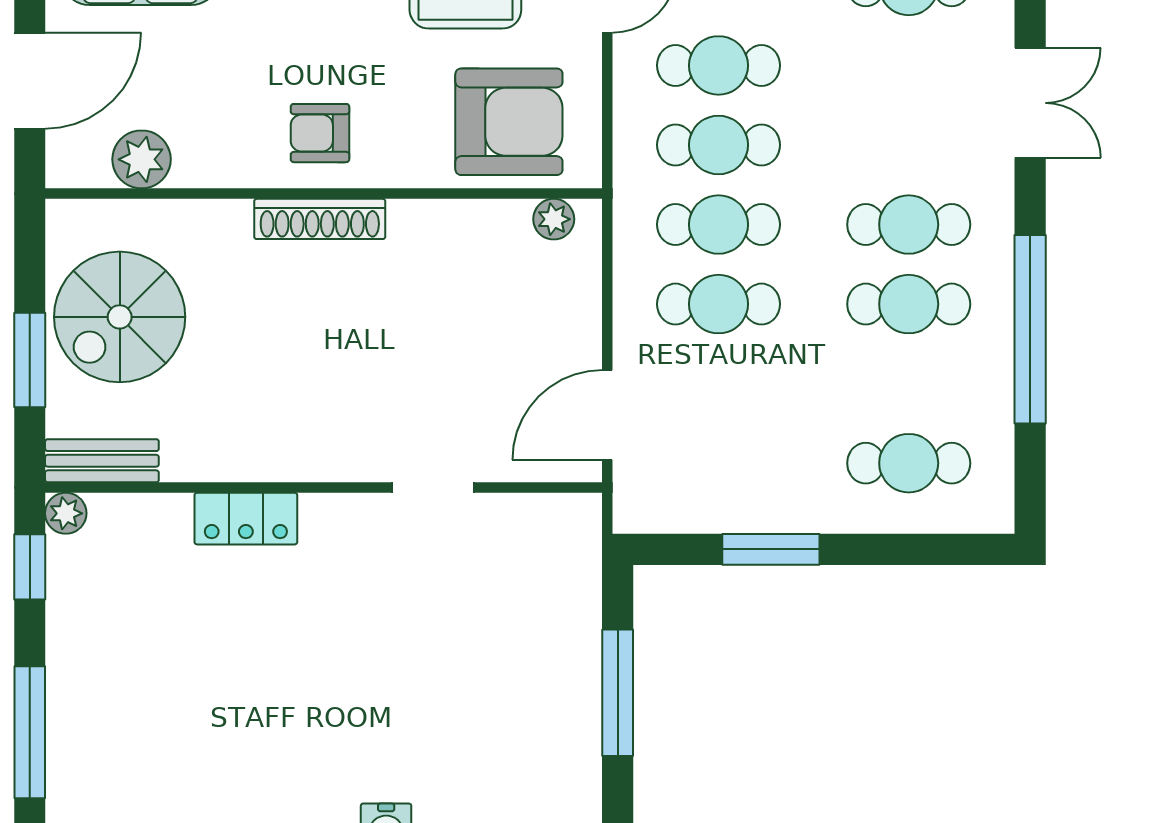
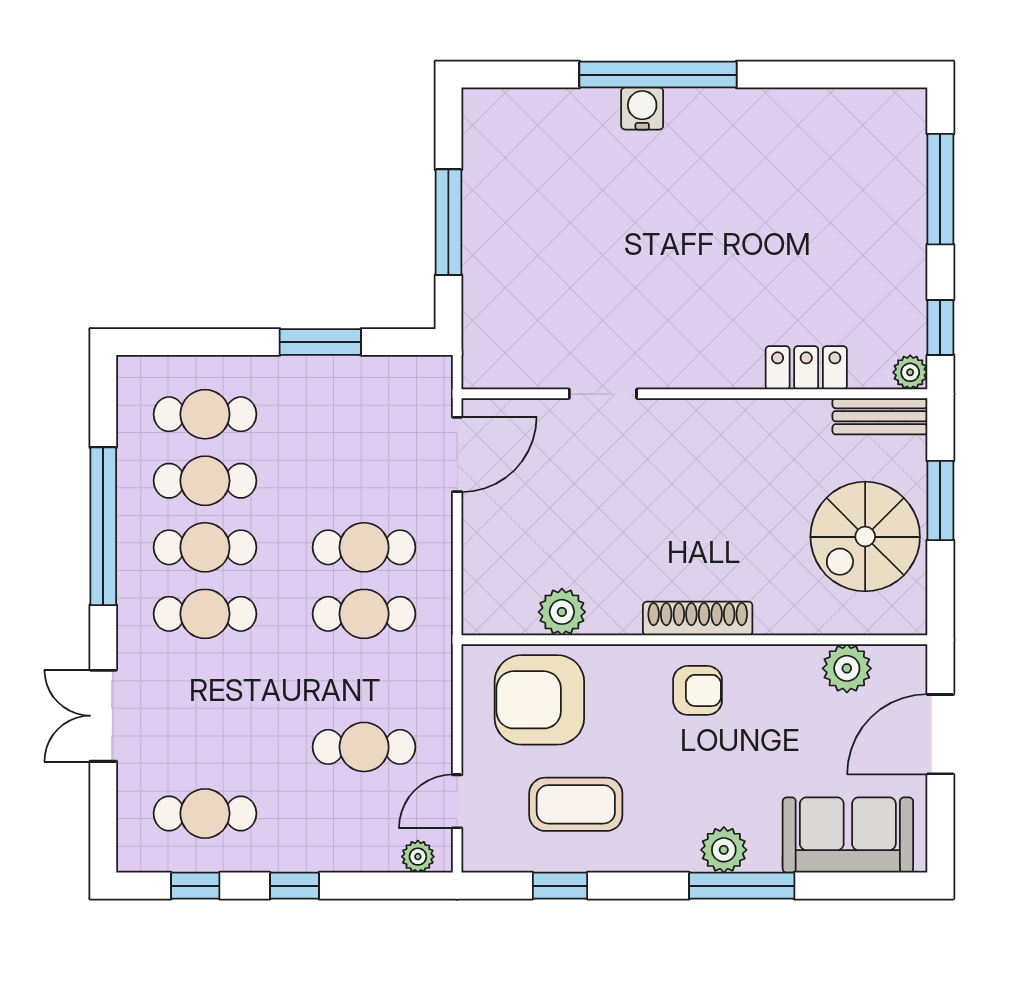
cafe table: (719, 145) -> (205, 481), moved
plant: (554, 219) -> (562, 612), moved, width x1.38, depth x1.38
spiral stairs: (120, 317) -> (865, 537), turned 180
locker: (246, 519) -> (806, 368), moved

